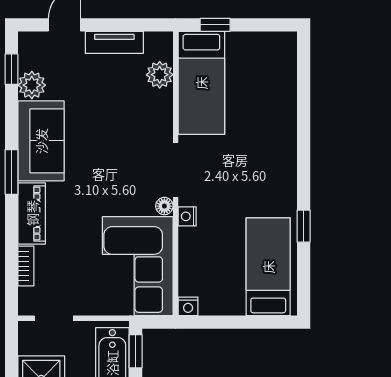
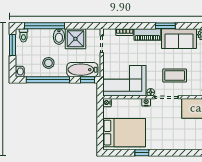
coffee table: (126, 151) -> (175, 76), added
bed: (268, 267) -> (124, 133), width x1.50

